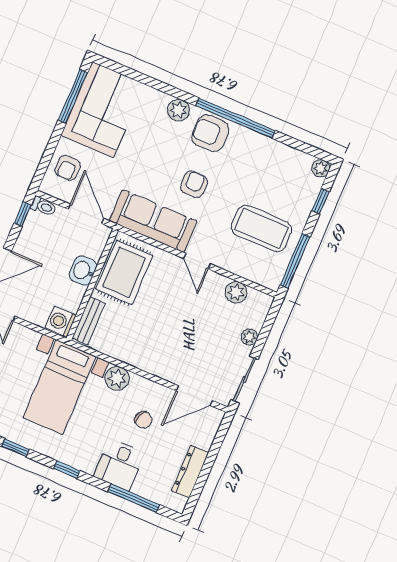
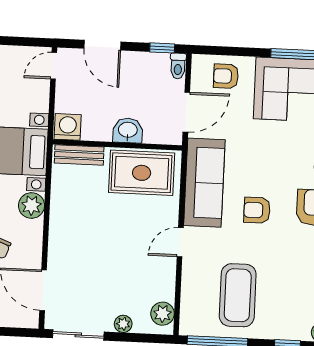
armchair: (194, 184) -> (257, 210), turned 180
plant: (236, 292) -> (163, 314), moved

